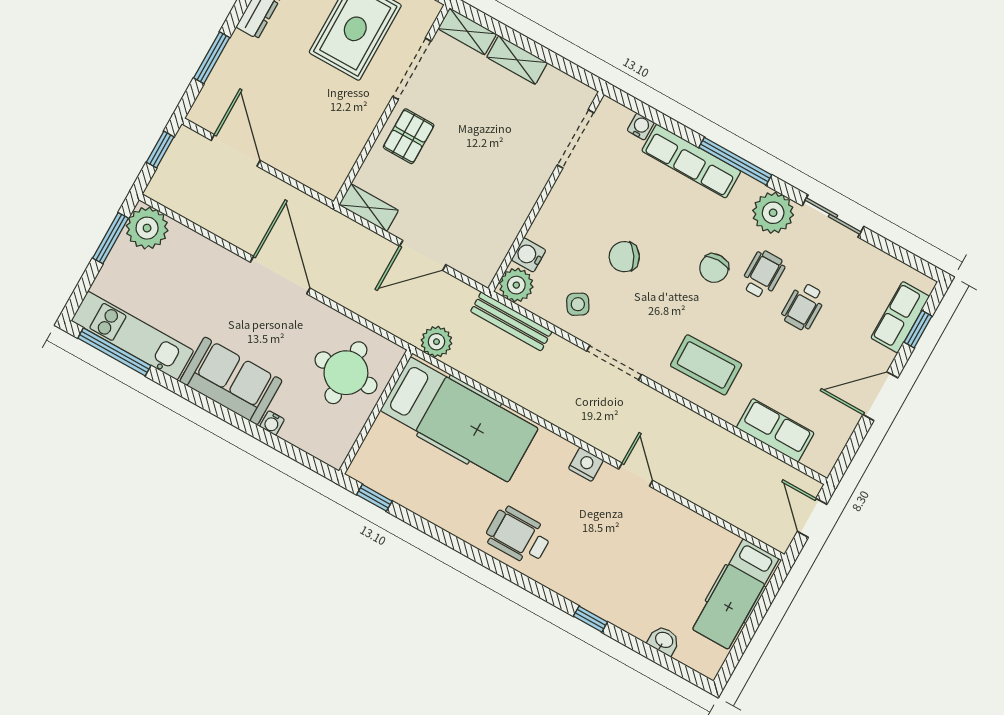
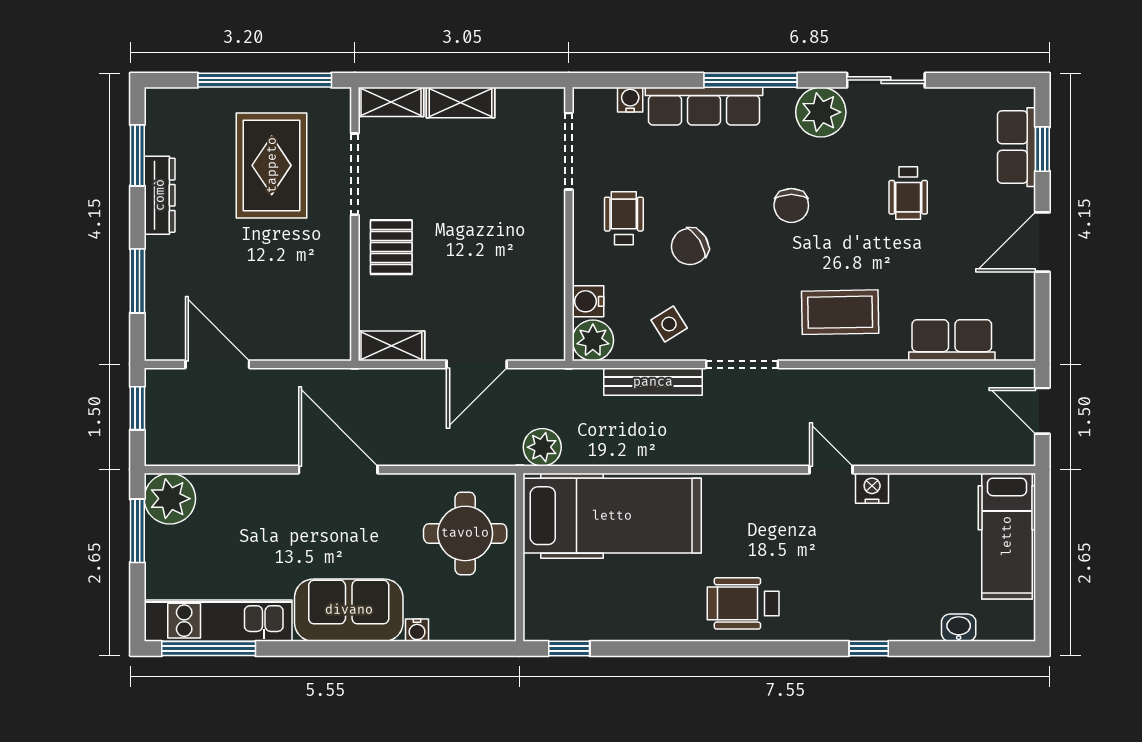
wheelchair: (763, 274) -> (624, 218), moved
bench: (511, 321) -> (653, 382), moved
nightstand: (586, 464) -> (872, 488), moved

